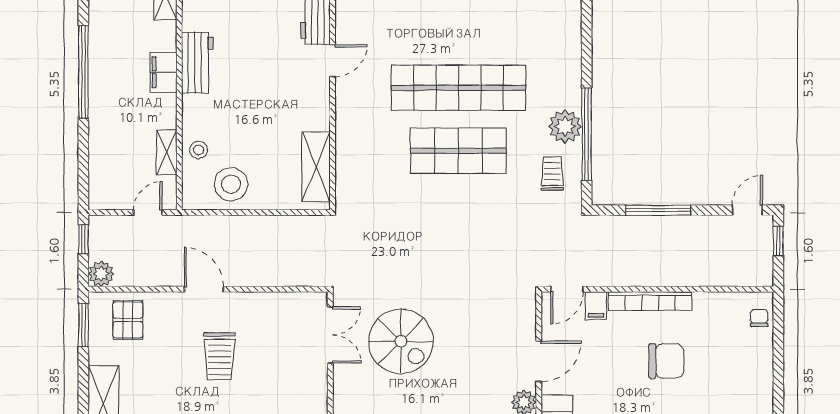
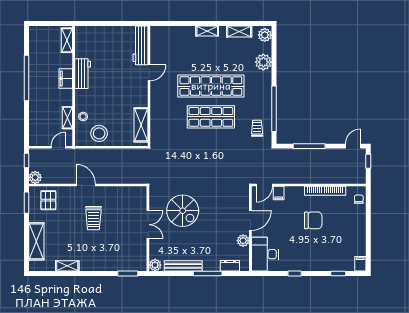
plant: (565, 126) -> (263, 62), moved
bookcase: (650, 301) -> (325, 191), moved
double door: (330, 335) -> (148, 225), moved

